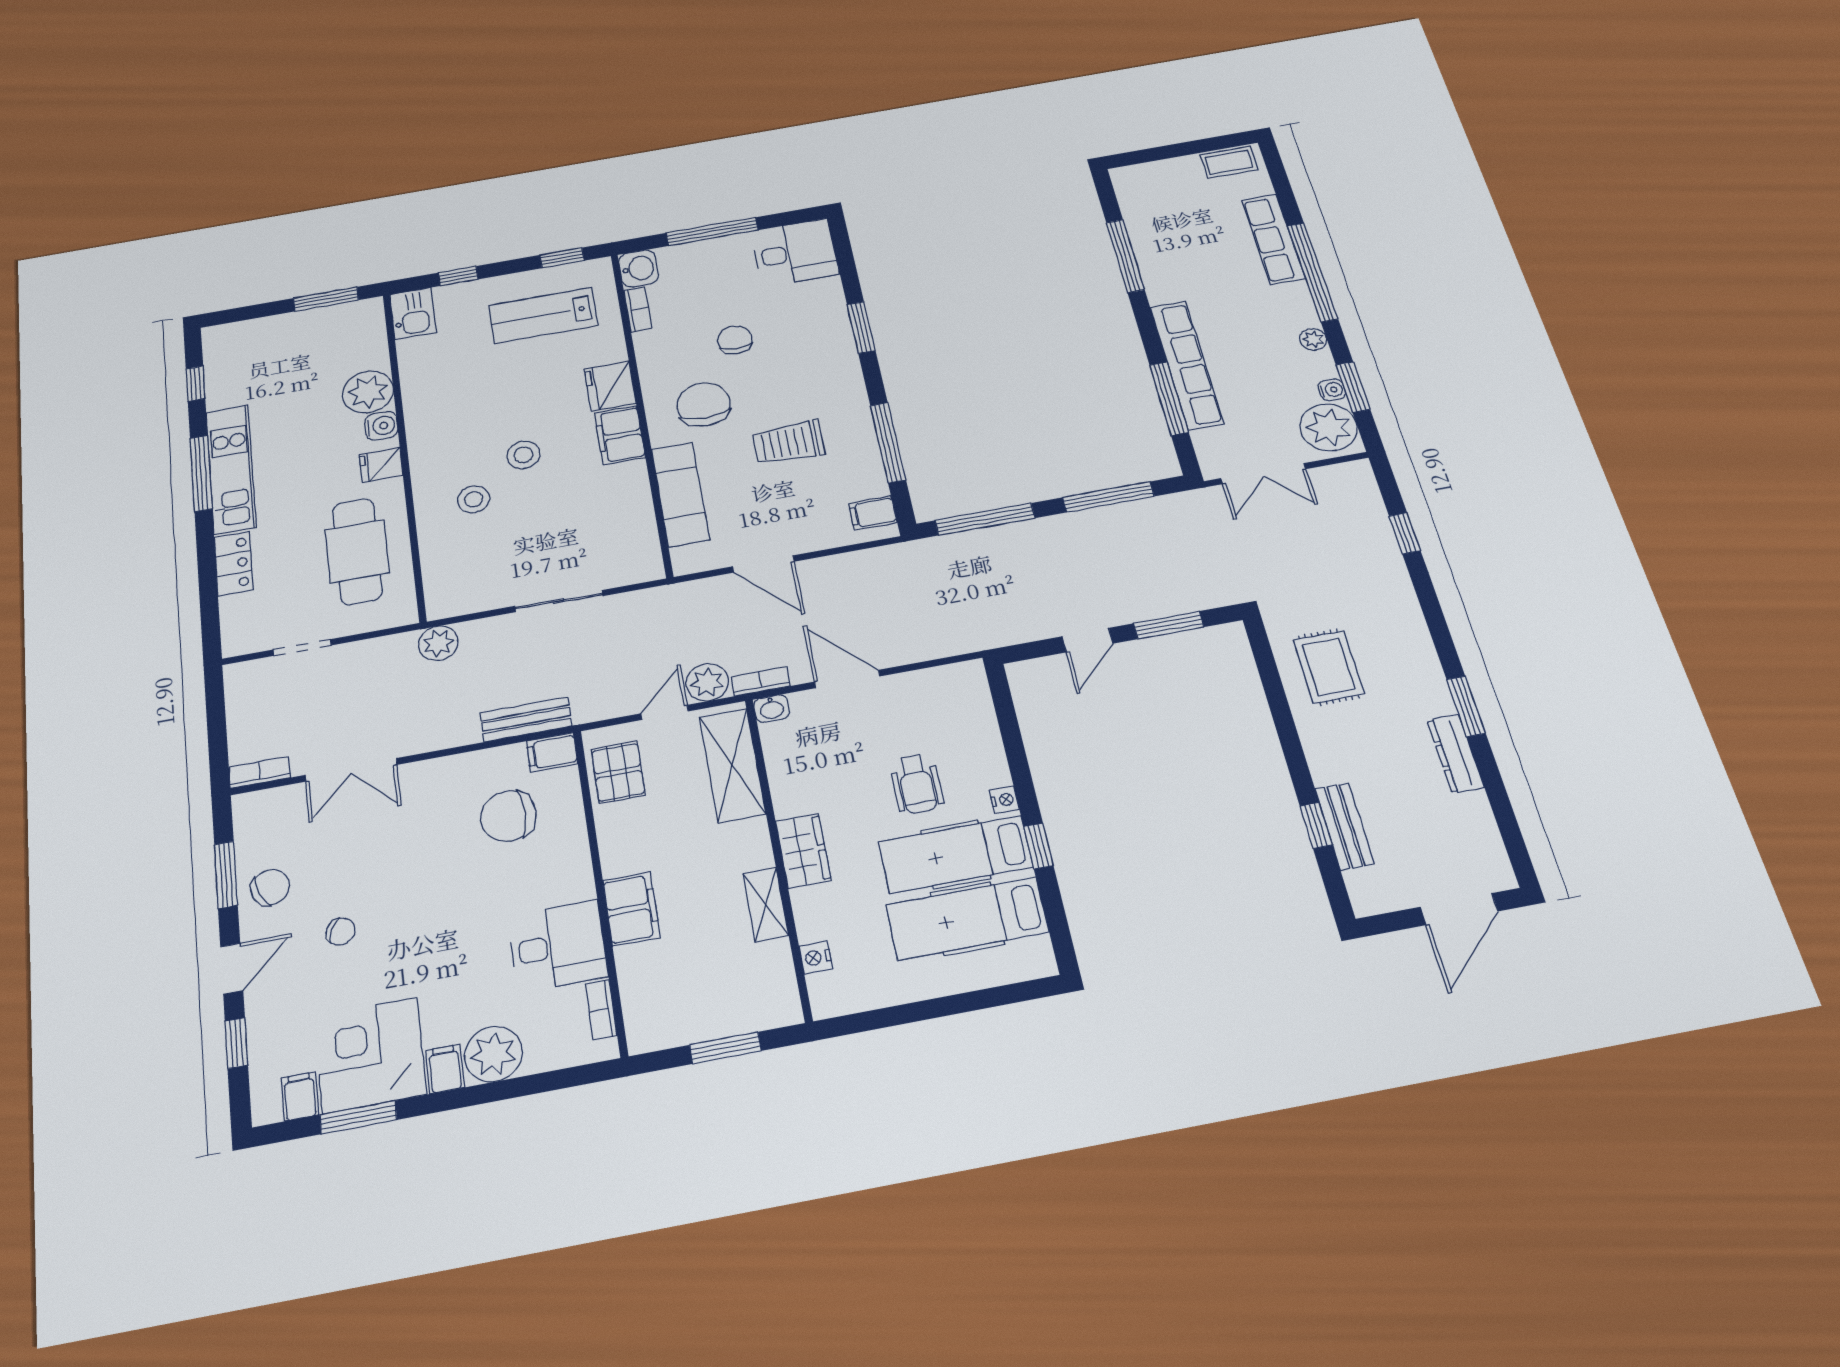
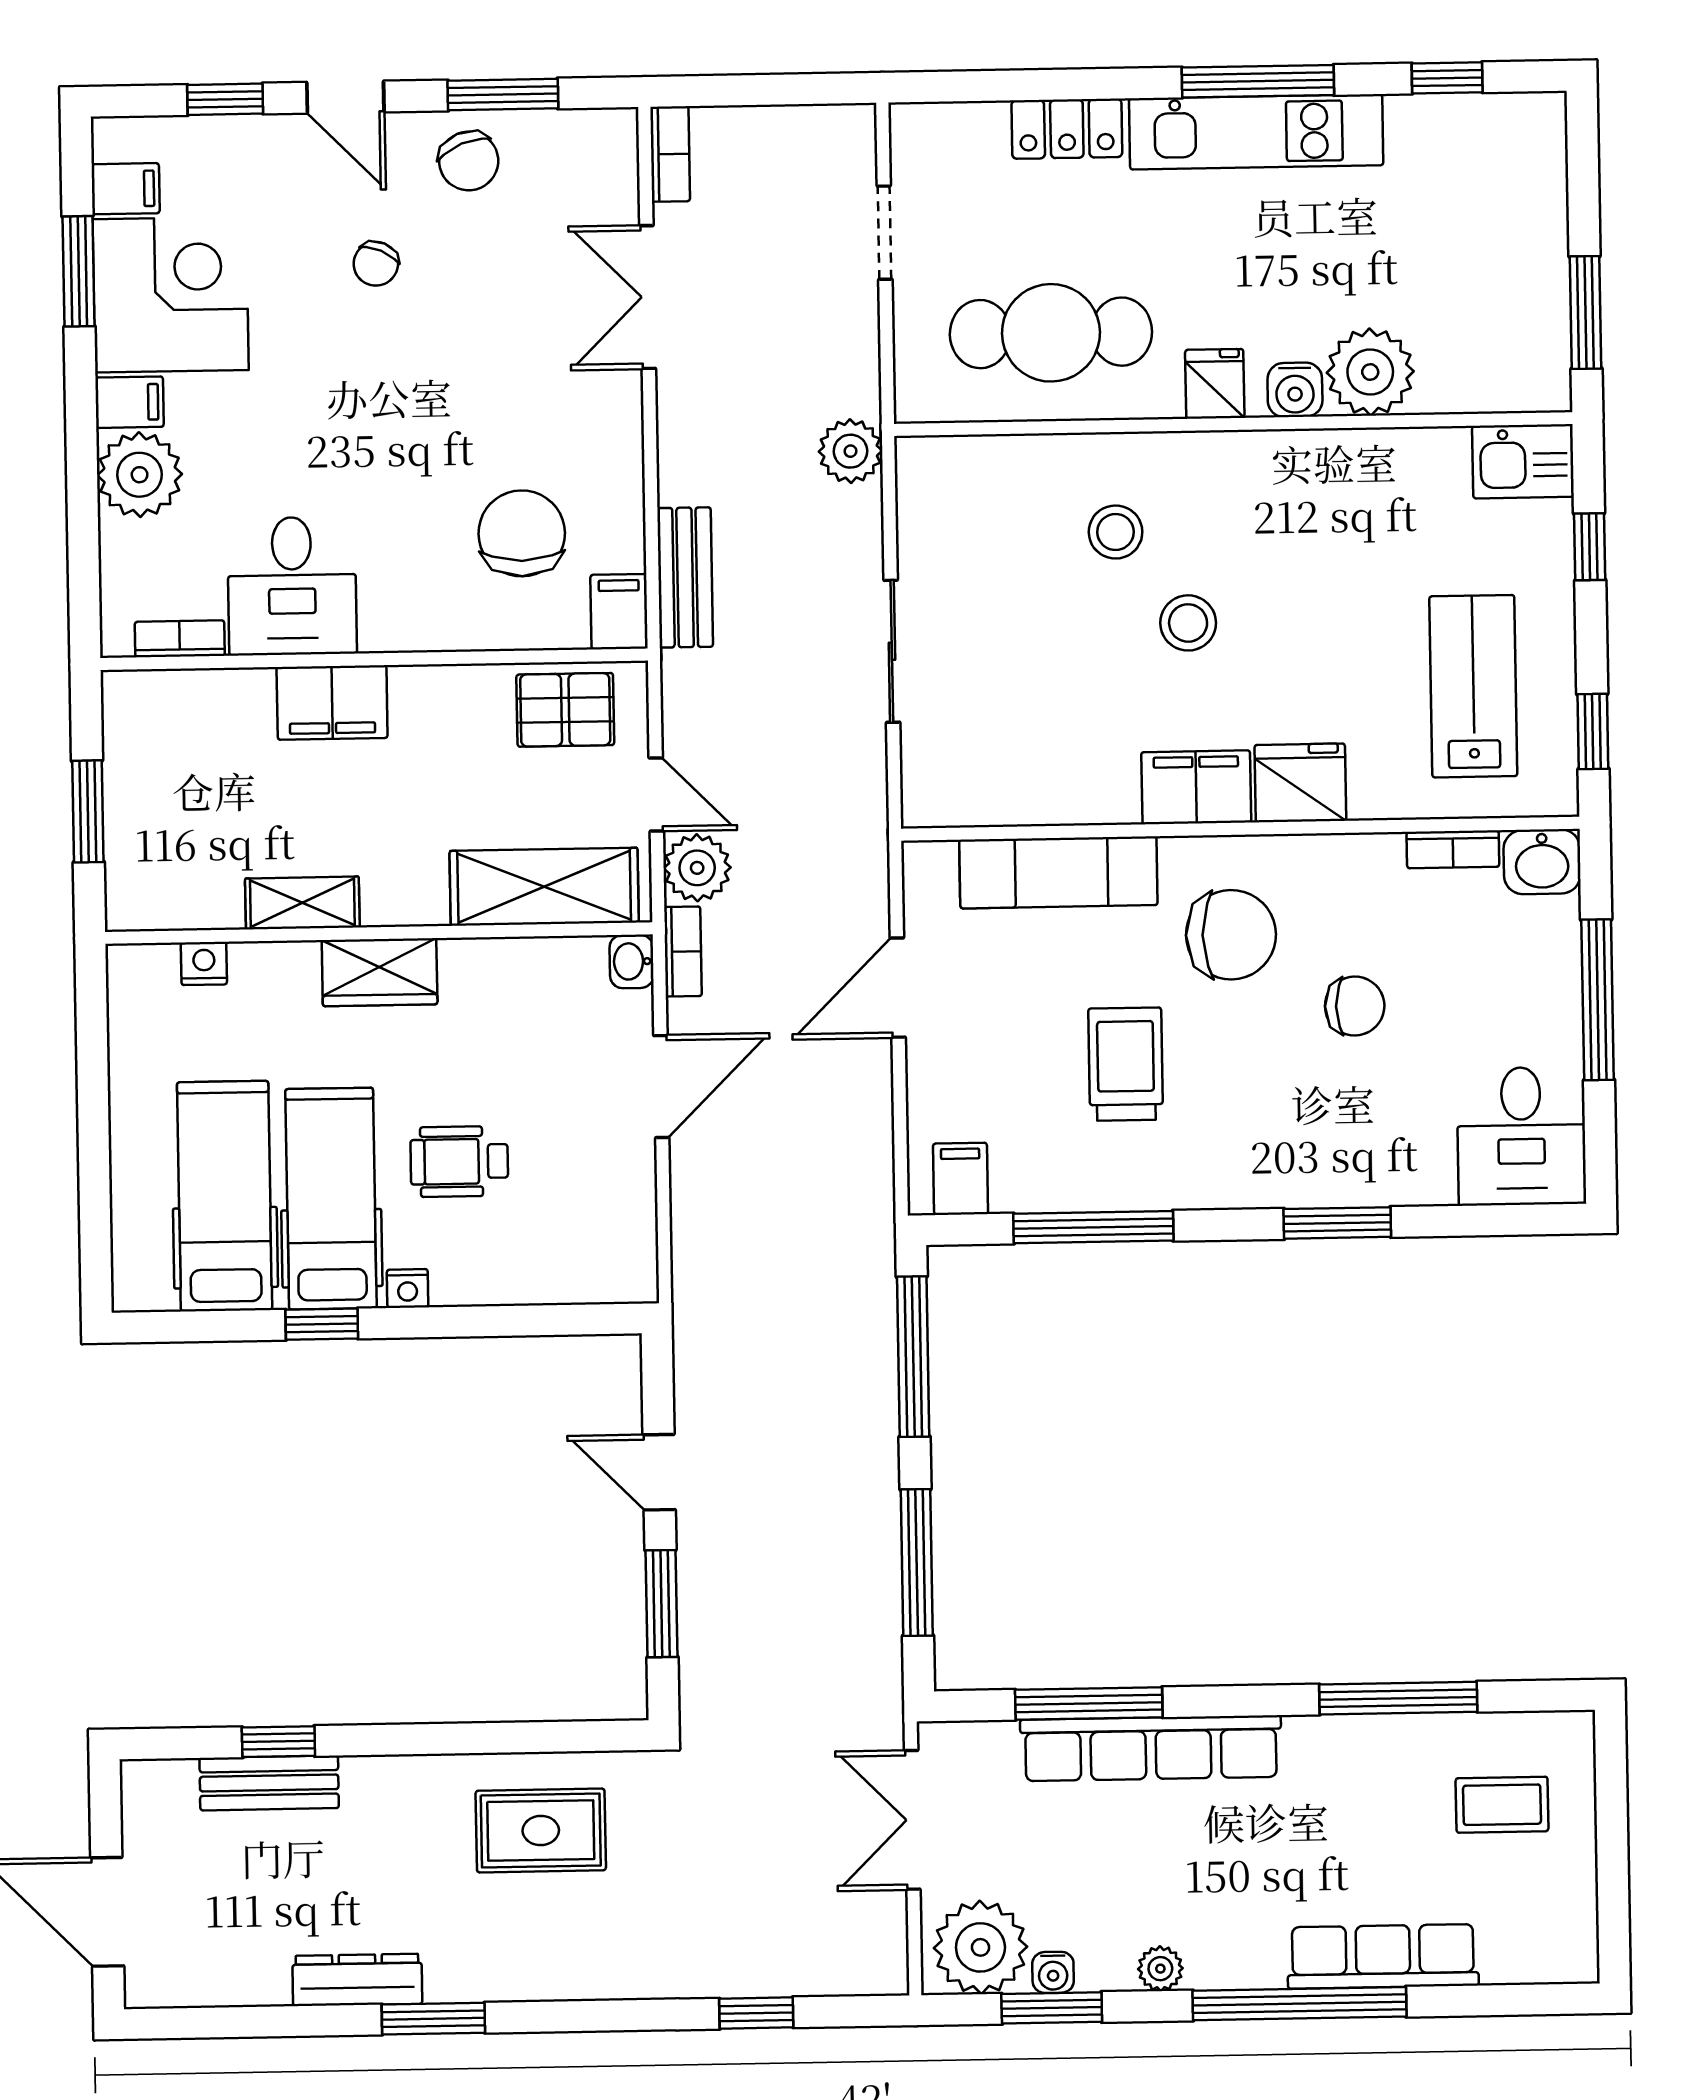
coffee table: (1229, 162) -> (1502, 1805), moved, turned 90

